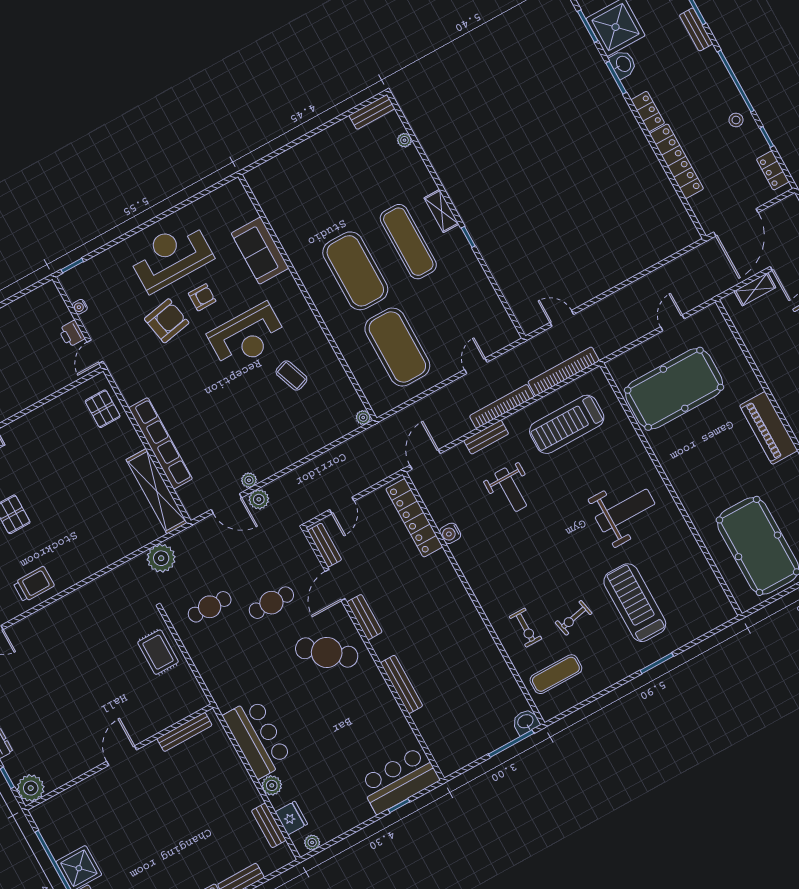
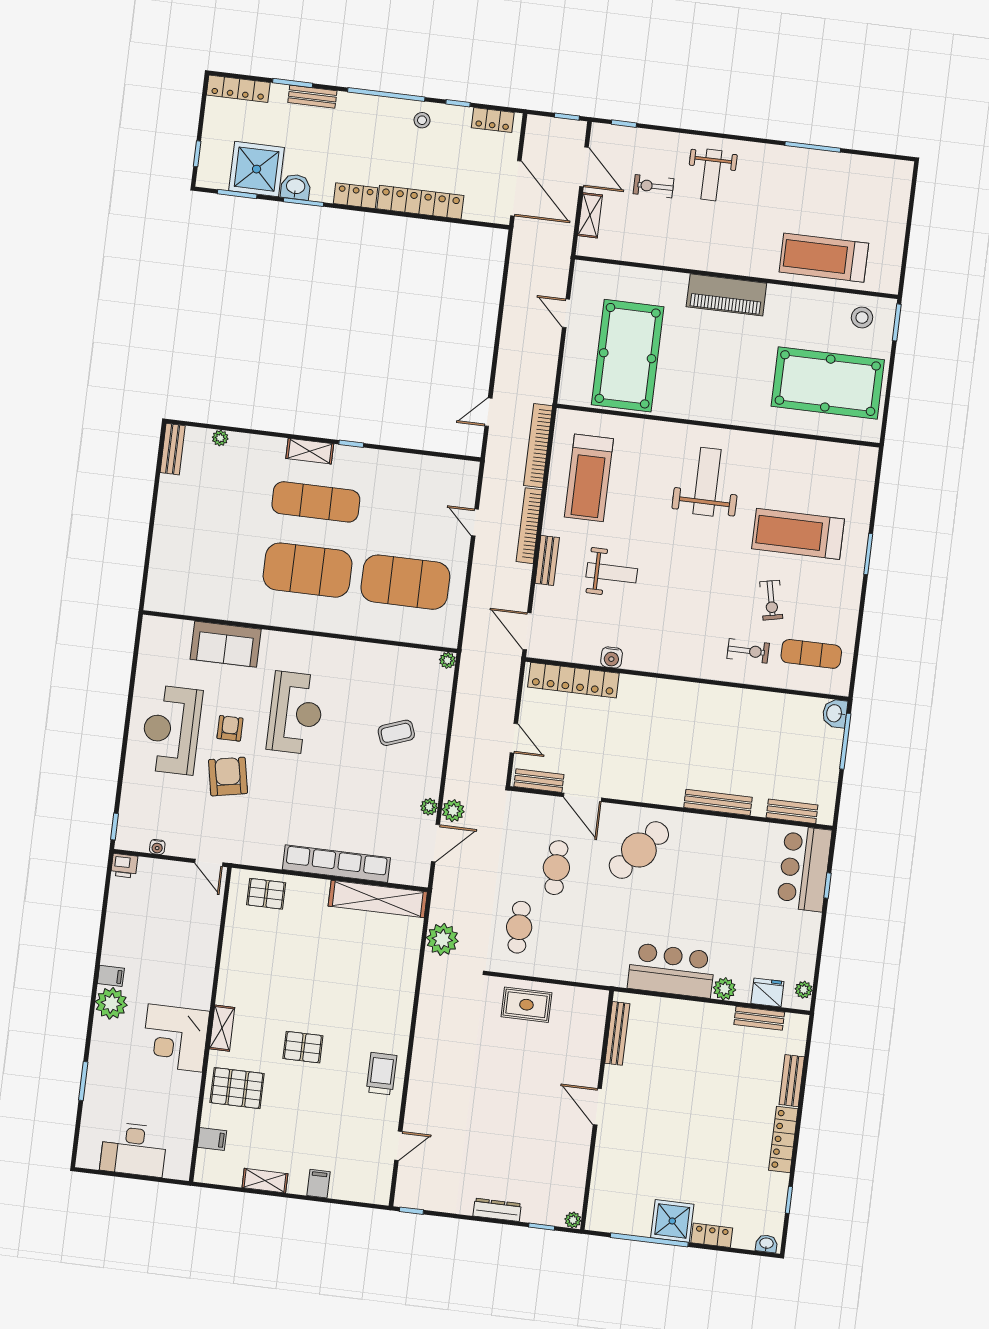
printer: (72, 334) -> (124, 866), moved
coffee table: (291, 376) -> (396, 733), moved
bench: (365, 617) -> (792, 811), moved
exercise mat: (556, 674) -> (811, 654), turned 90
plant: (31, 788) -> (573, 1220), width x0.53, depth x0.53

